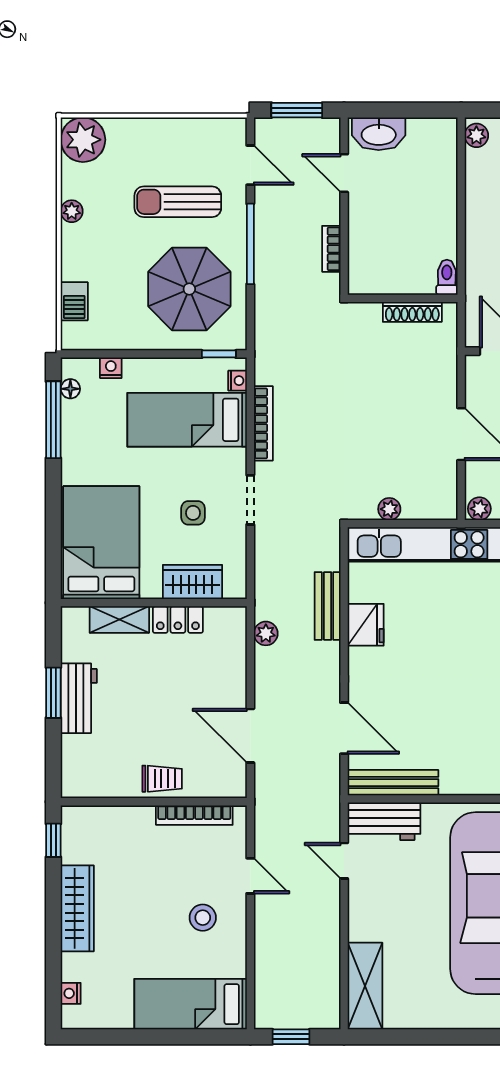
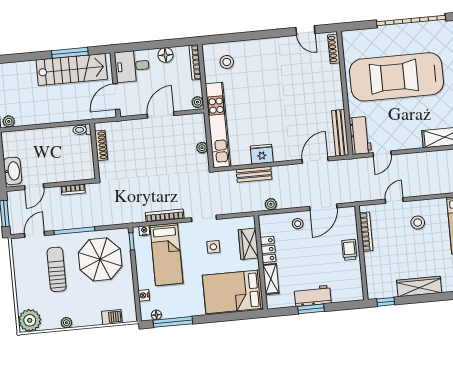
sun lounger: (178, 202) -> (57, 269), turned 180
stool: (223, 682) -> (298, 224), added

